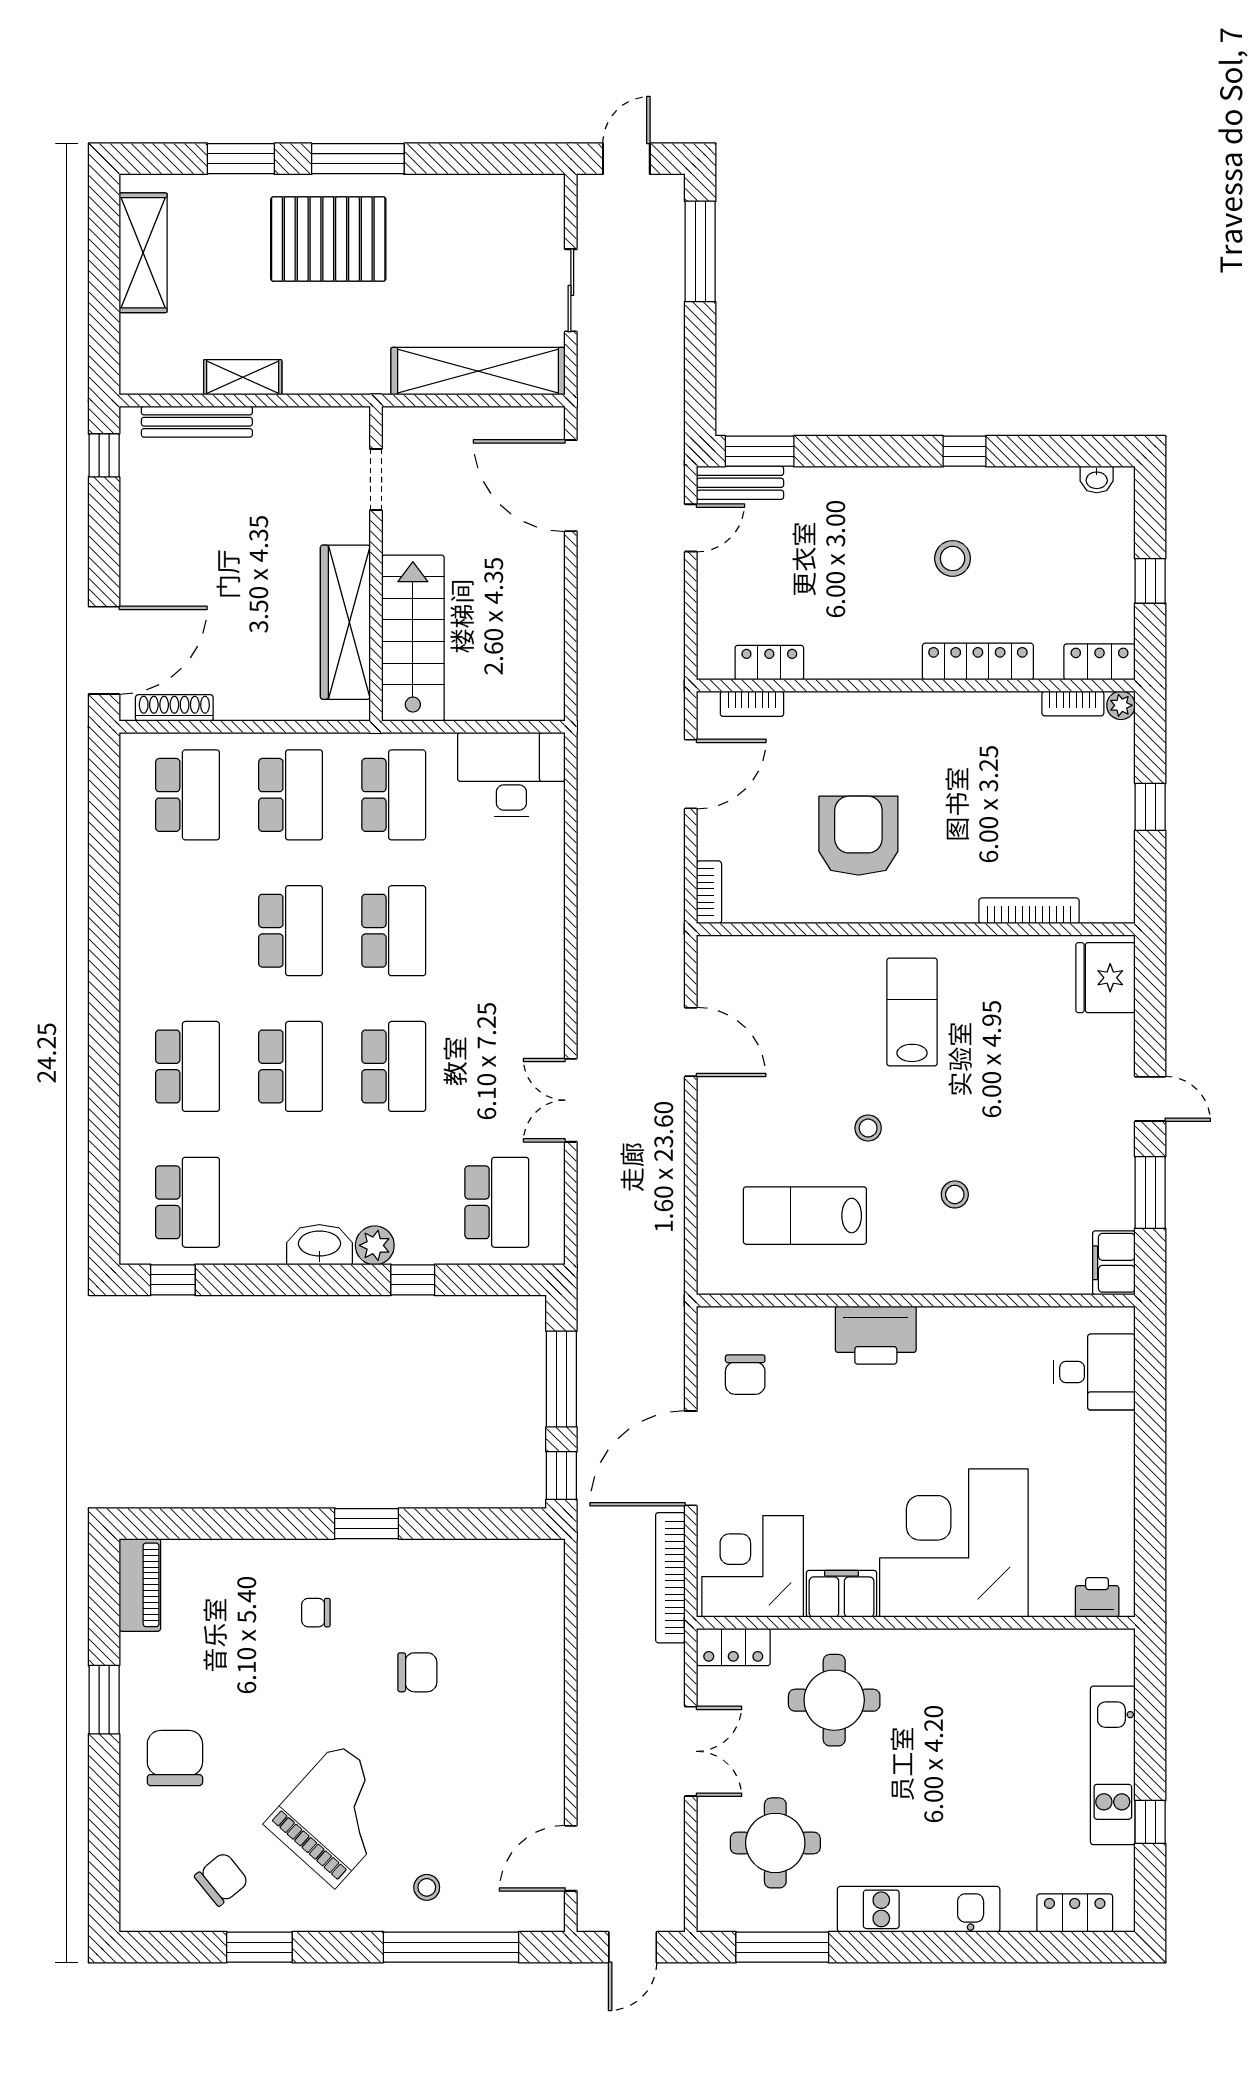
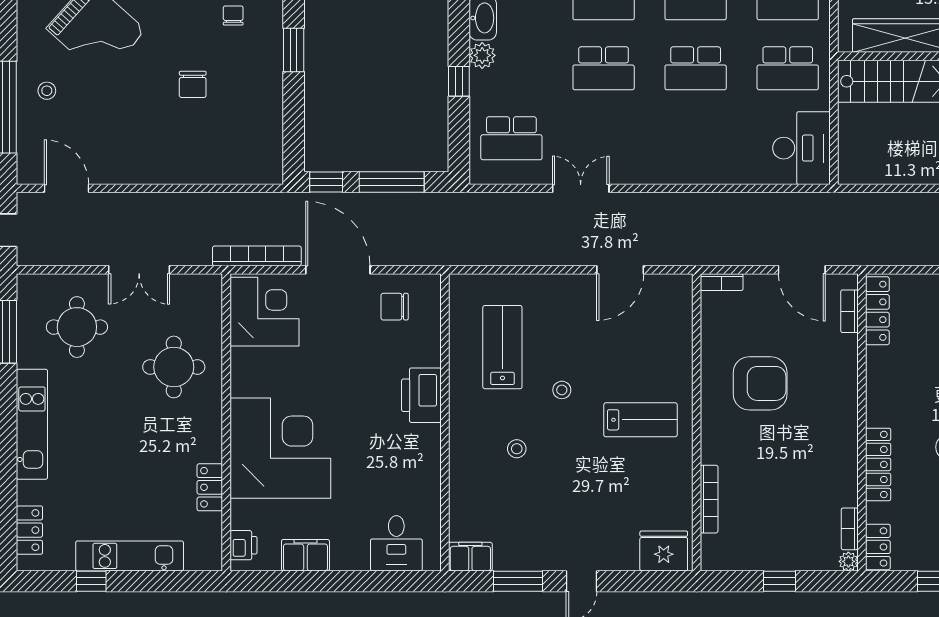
locker: (769, 663) -> (877, 311), width x1.53
filing cabinet: (842, 1594) -> (305, 555), moved, turned -90
locker: (733, 1647) -> (210, 487), moved

